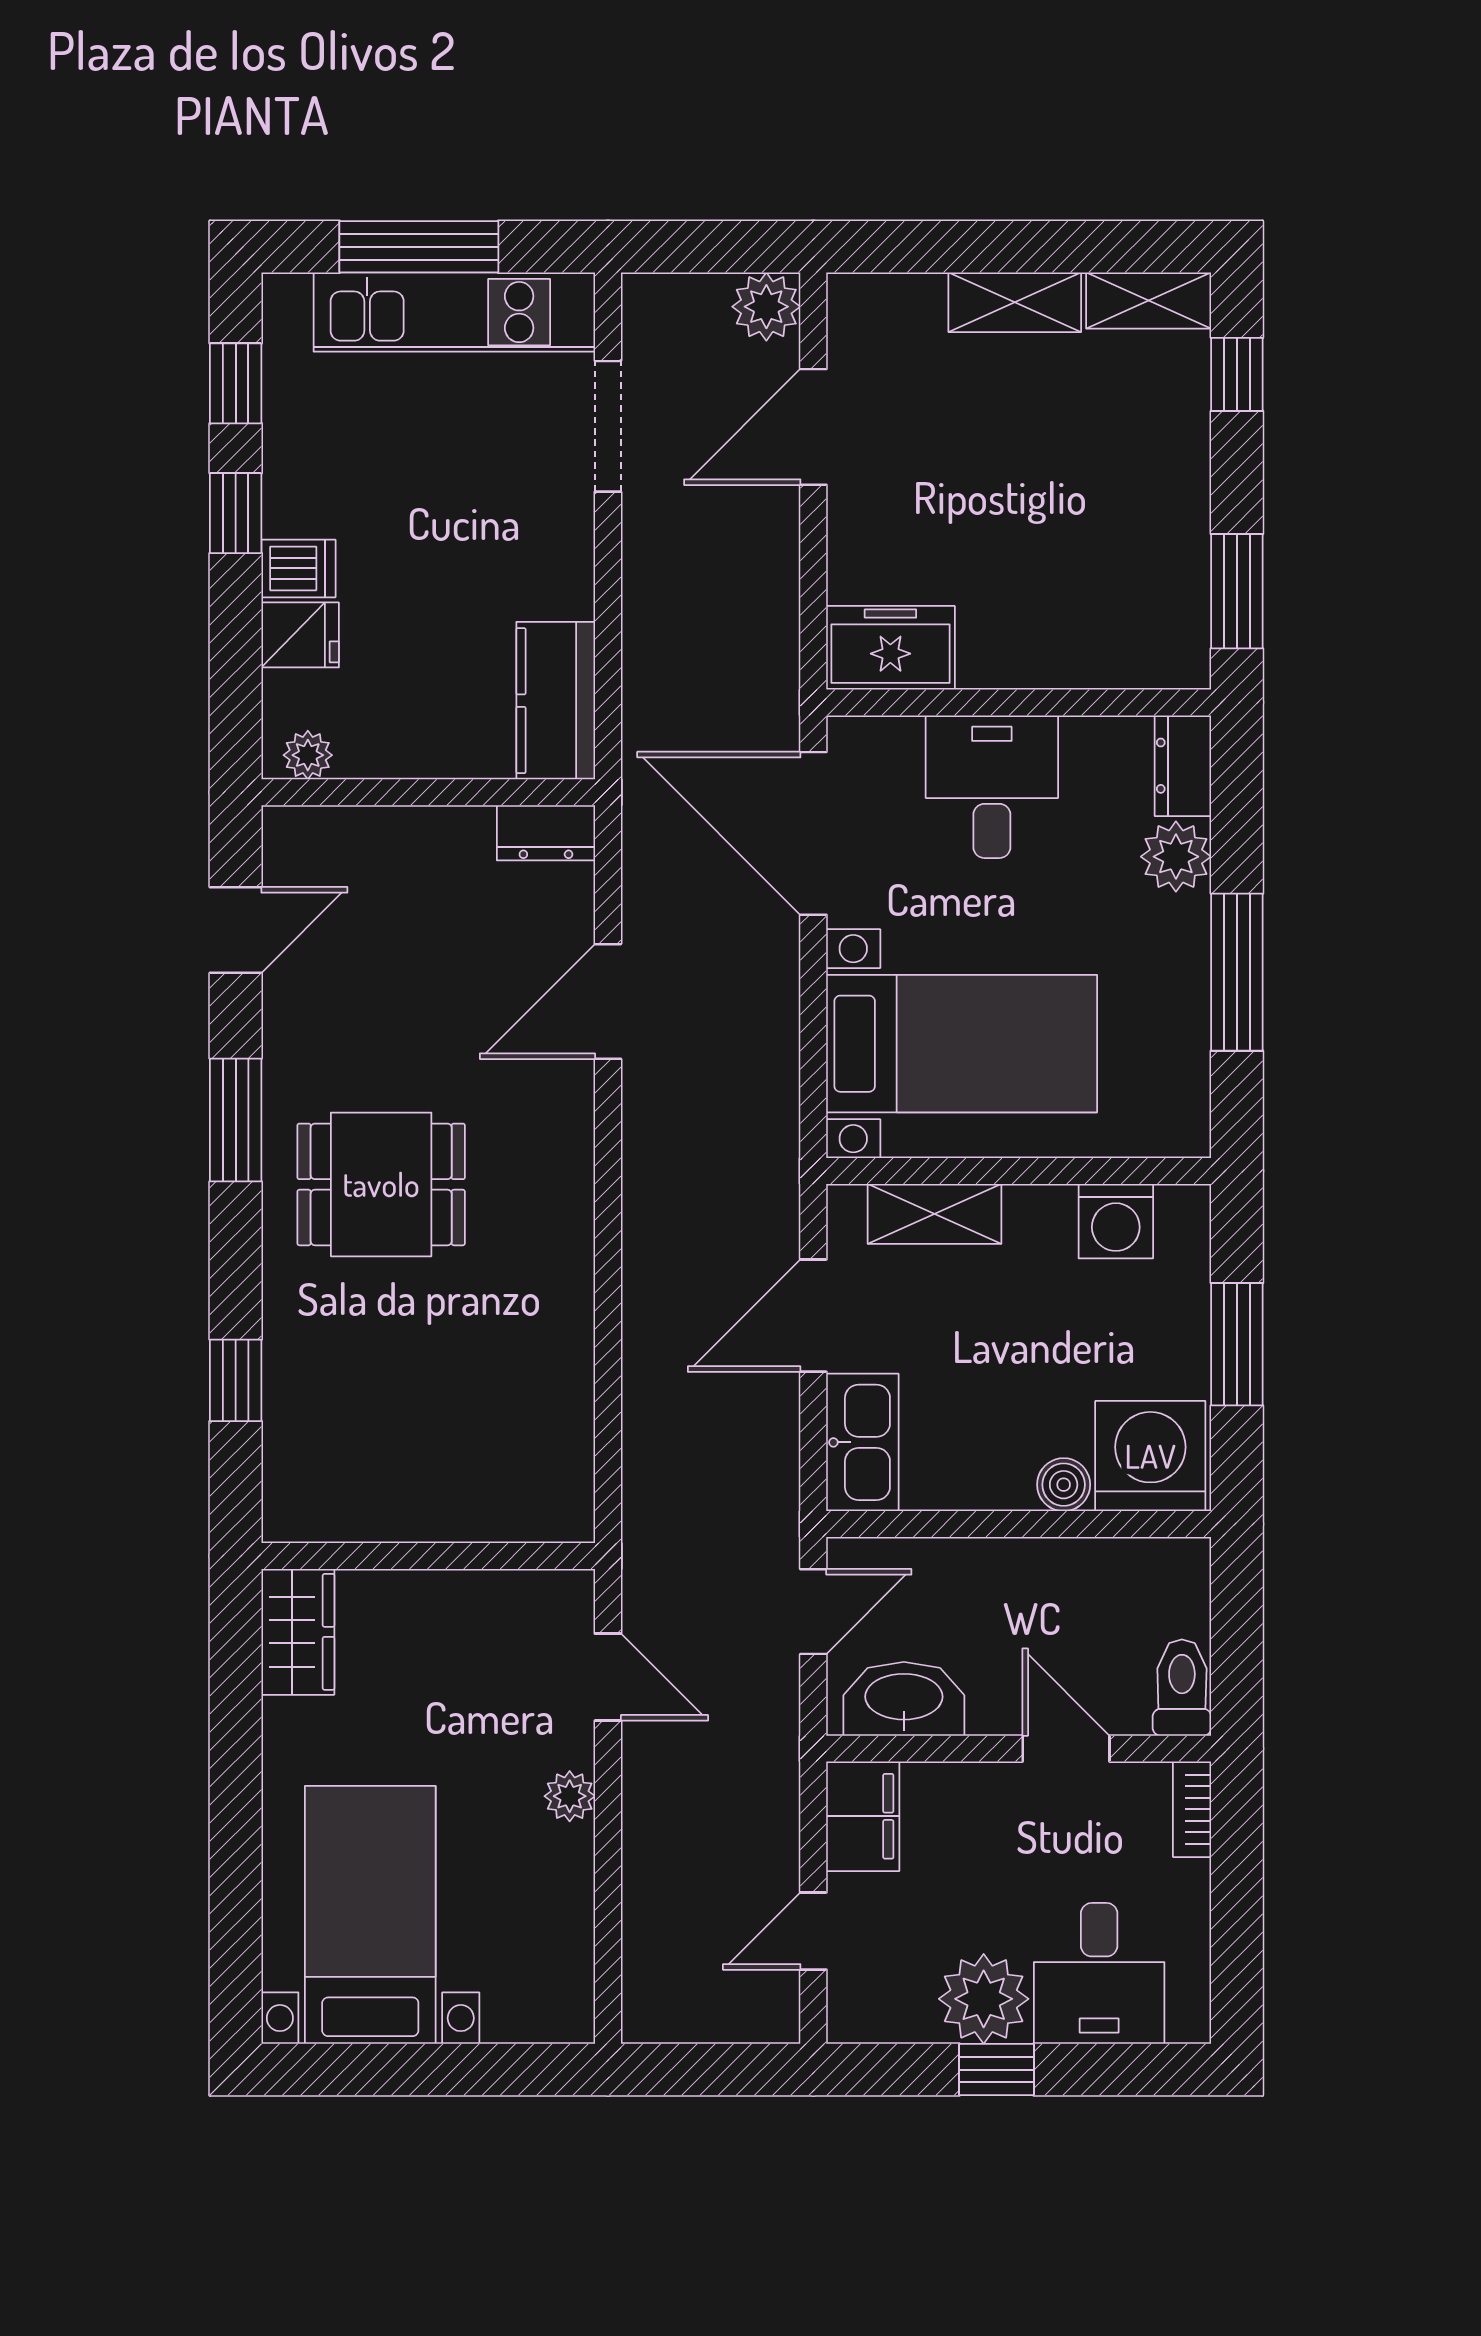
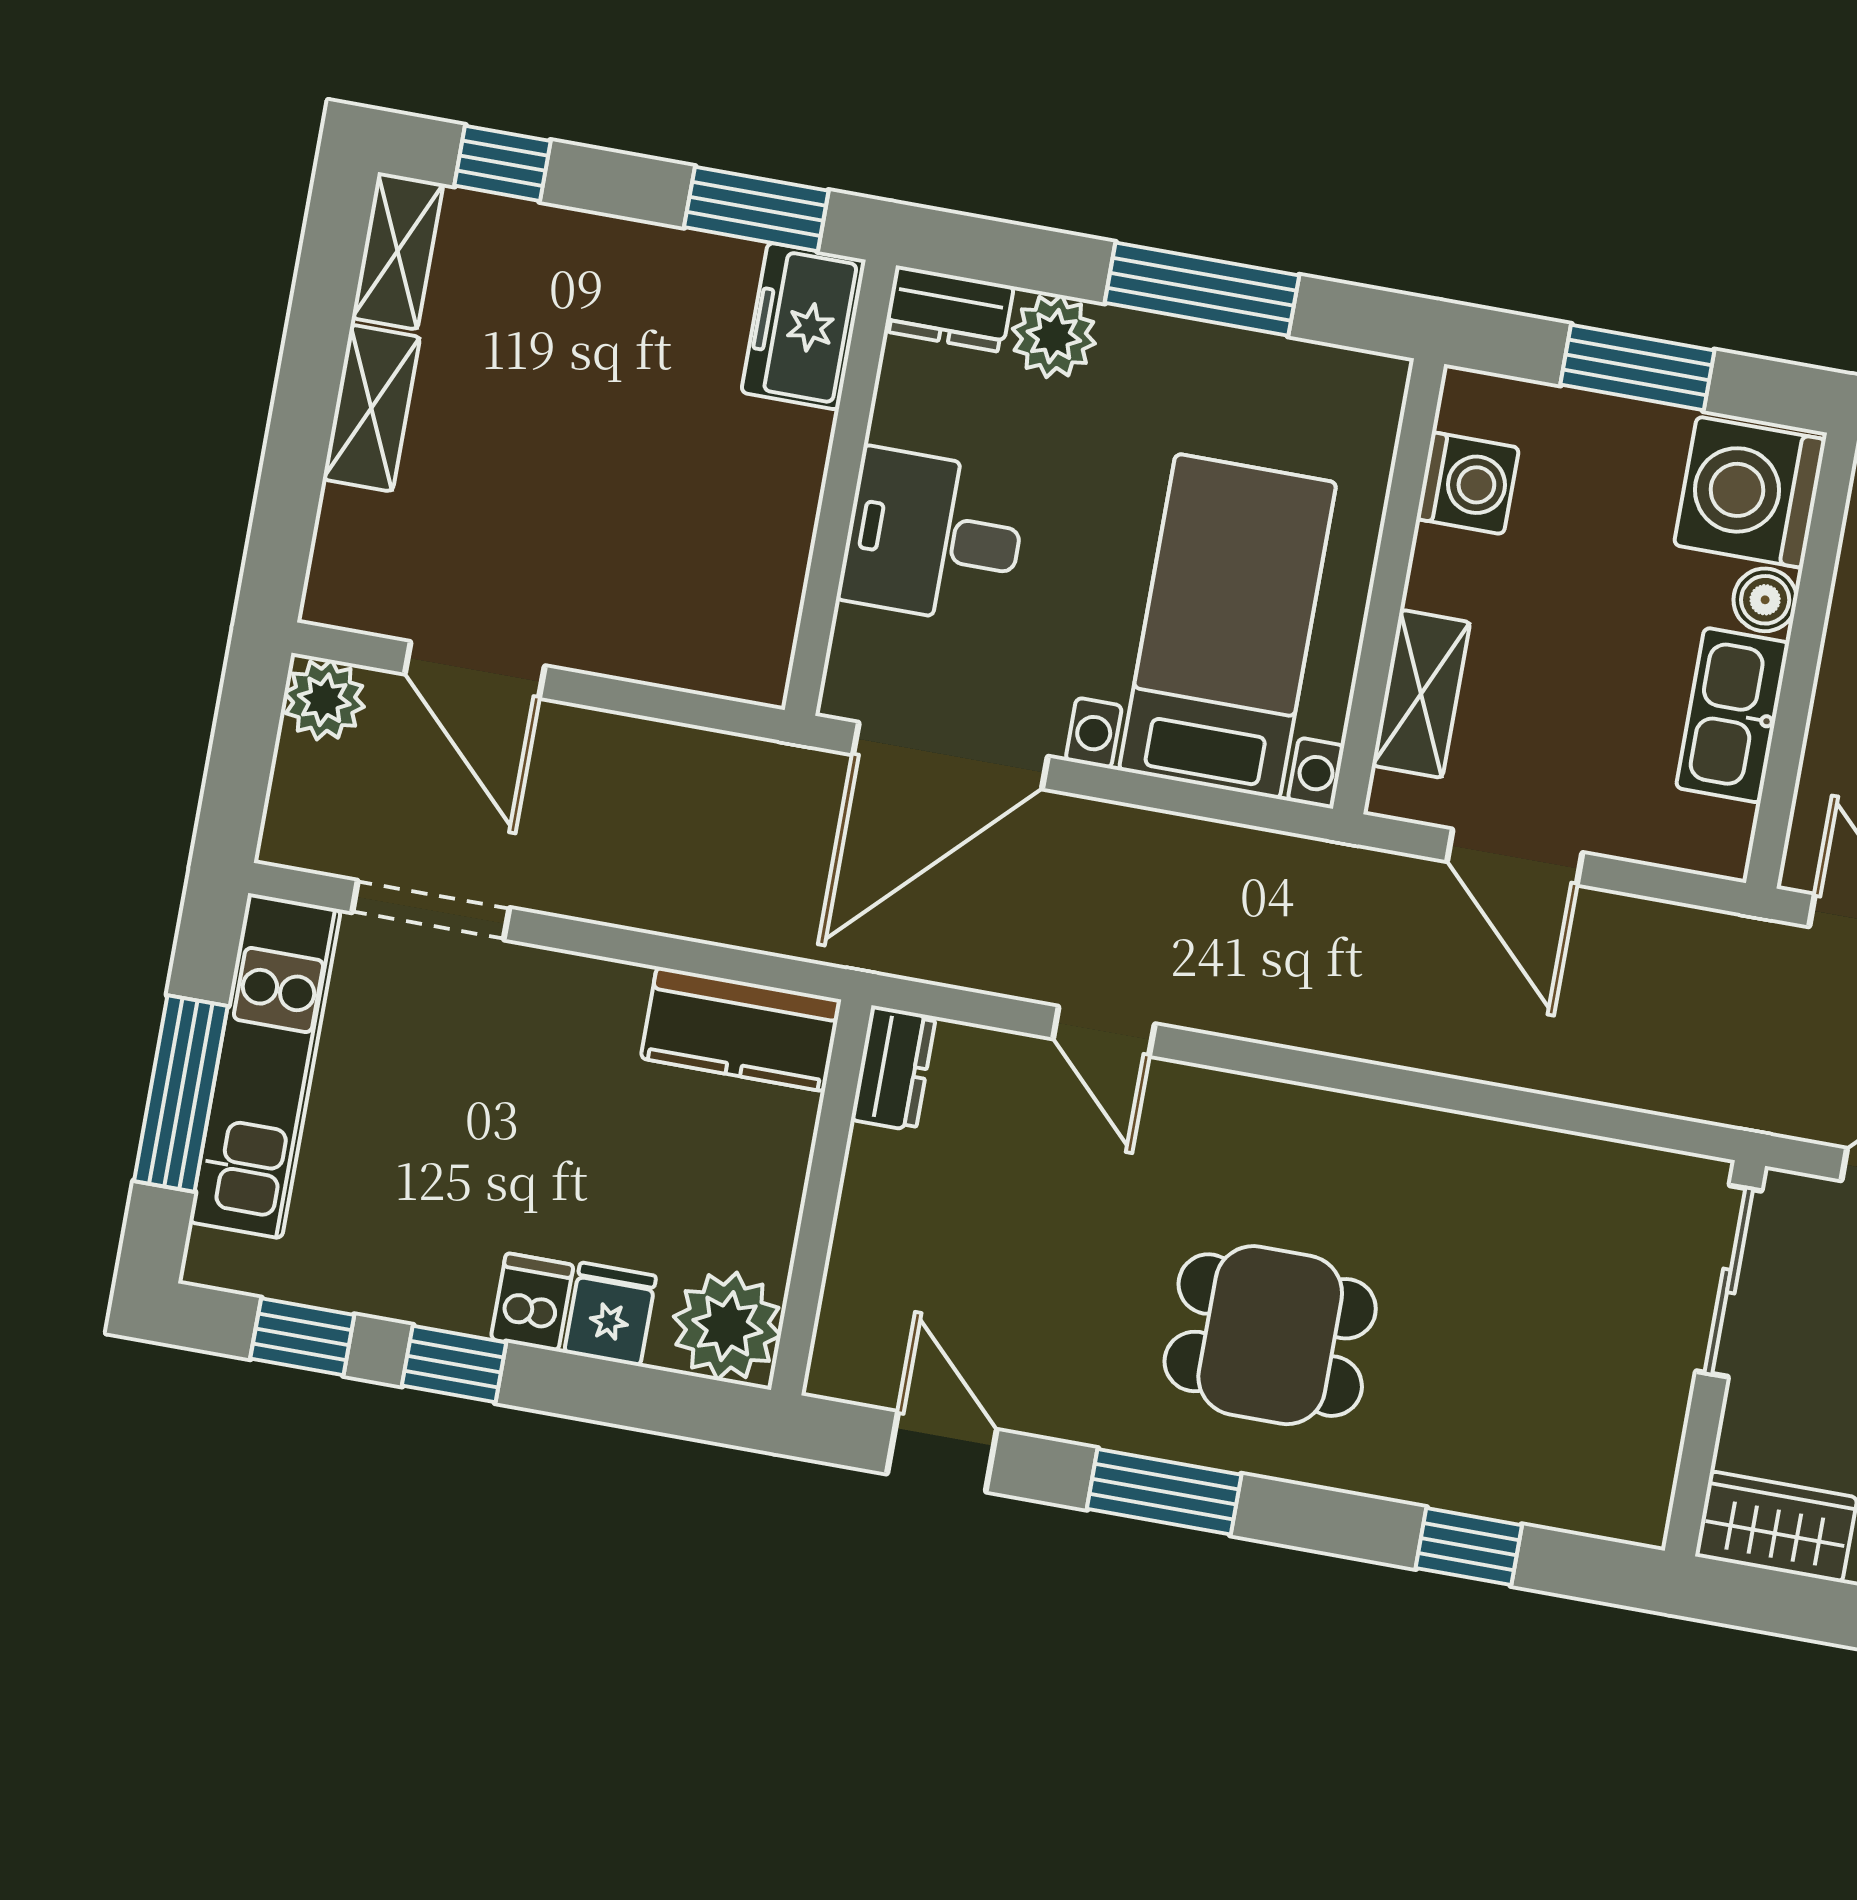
freezer: (890, 648) -> (803, 326), moved
plant: (308, 755) -> (727, 1326), width x1.87, depth x1.87
door: (608, 1001) -> (1104, 1031), width x0.73
dining table: (381, 1184) -> (1270, 1335), turned 90
kitchen sink: (862, 1442) -> (1733, 715), moved, turned -90
sliding door: (494, 1556) -> (1729, 1281), added

